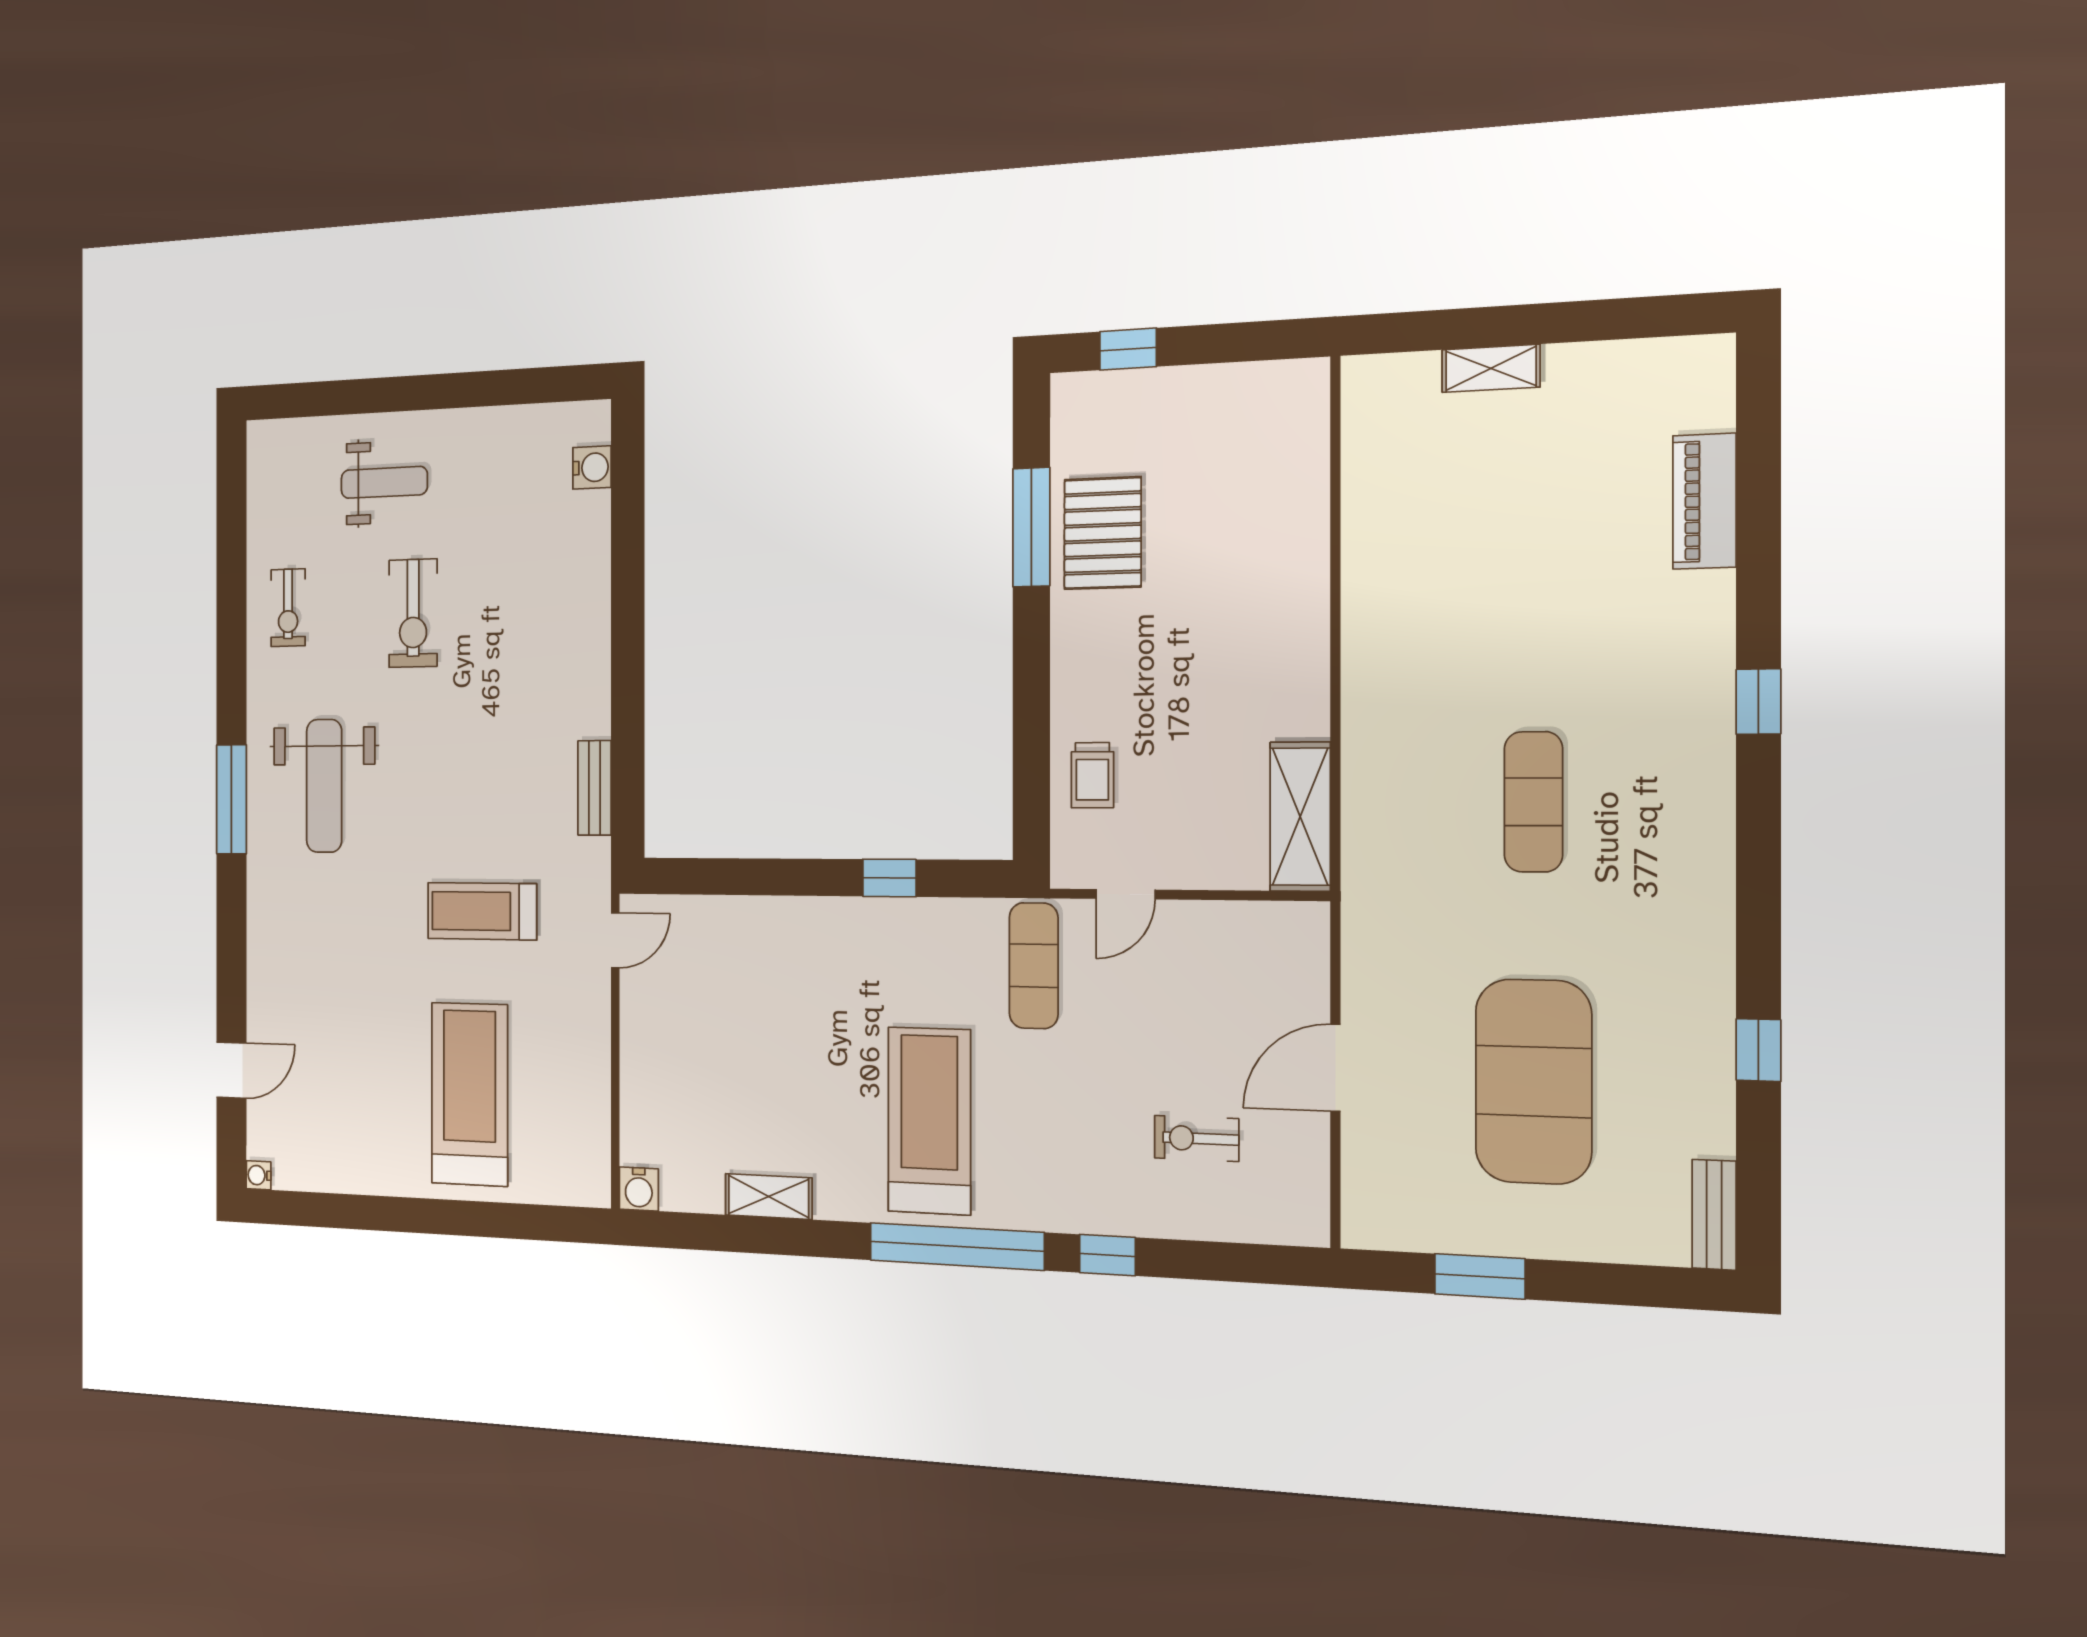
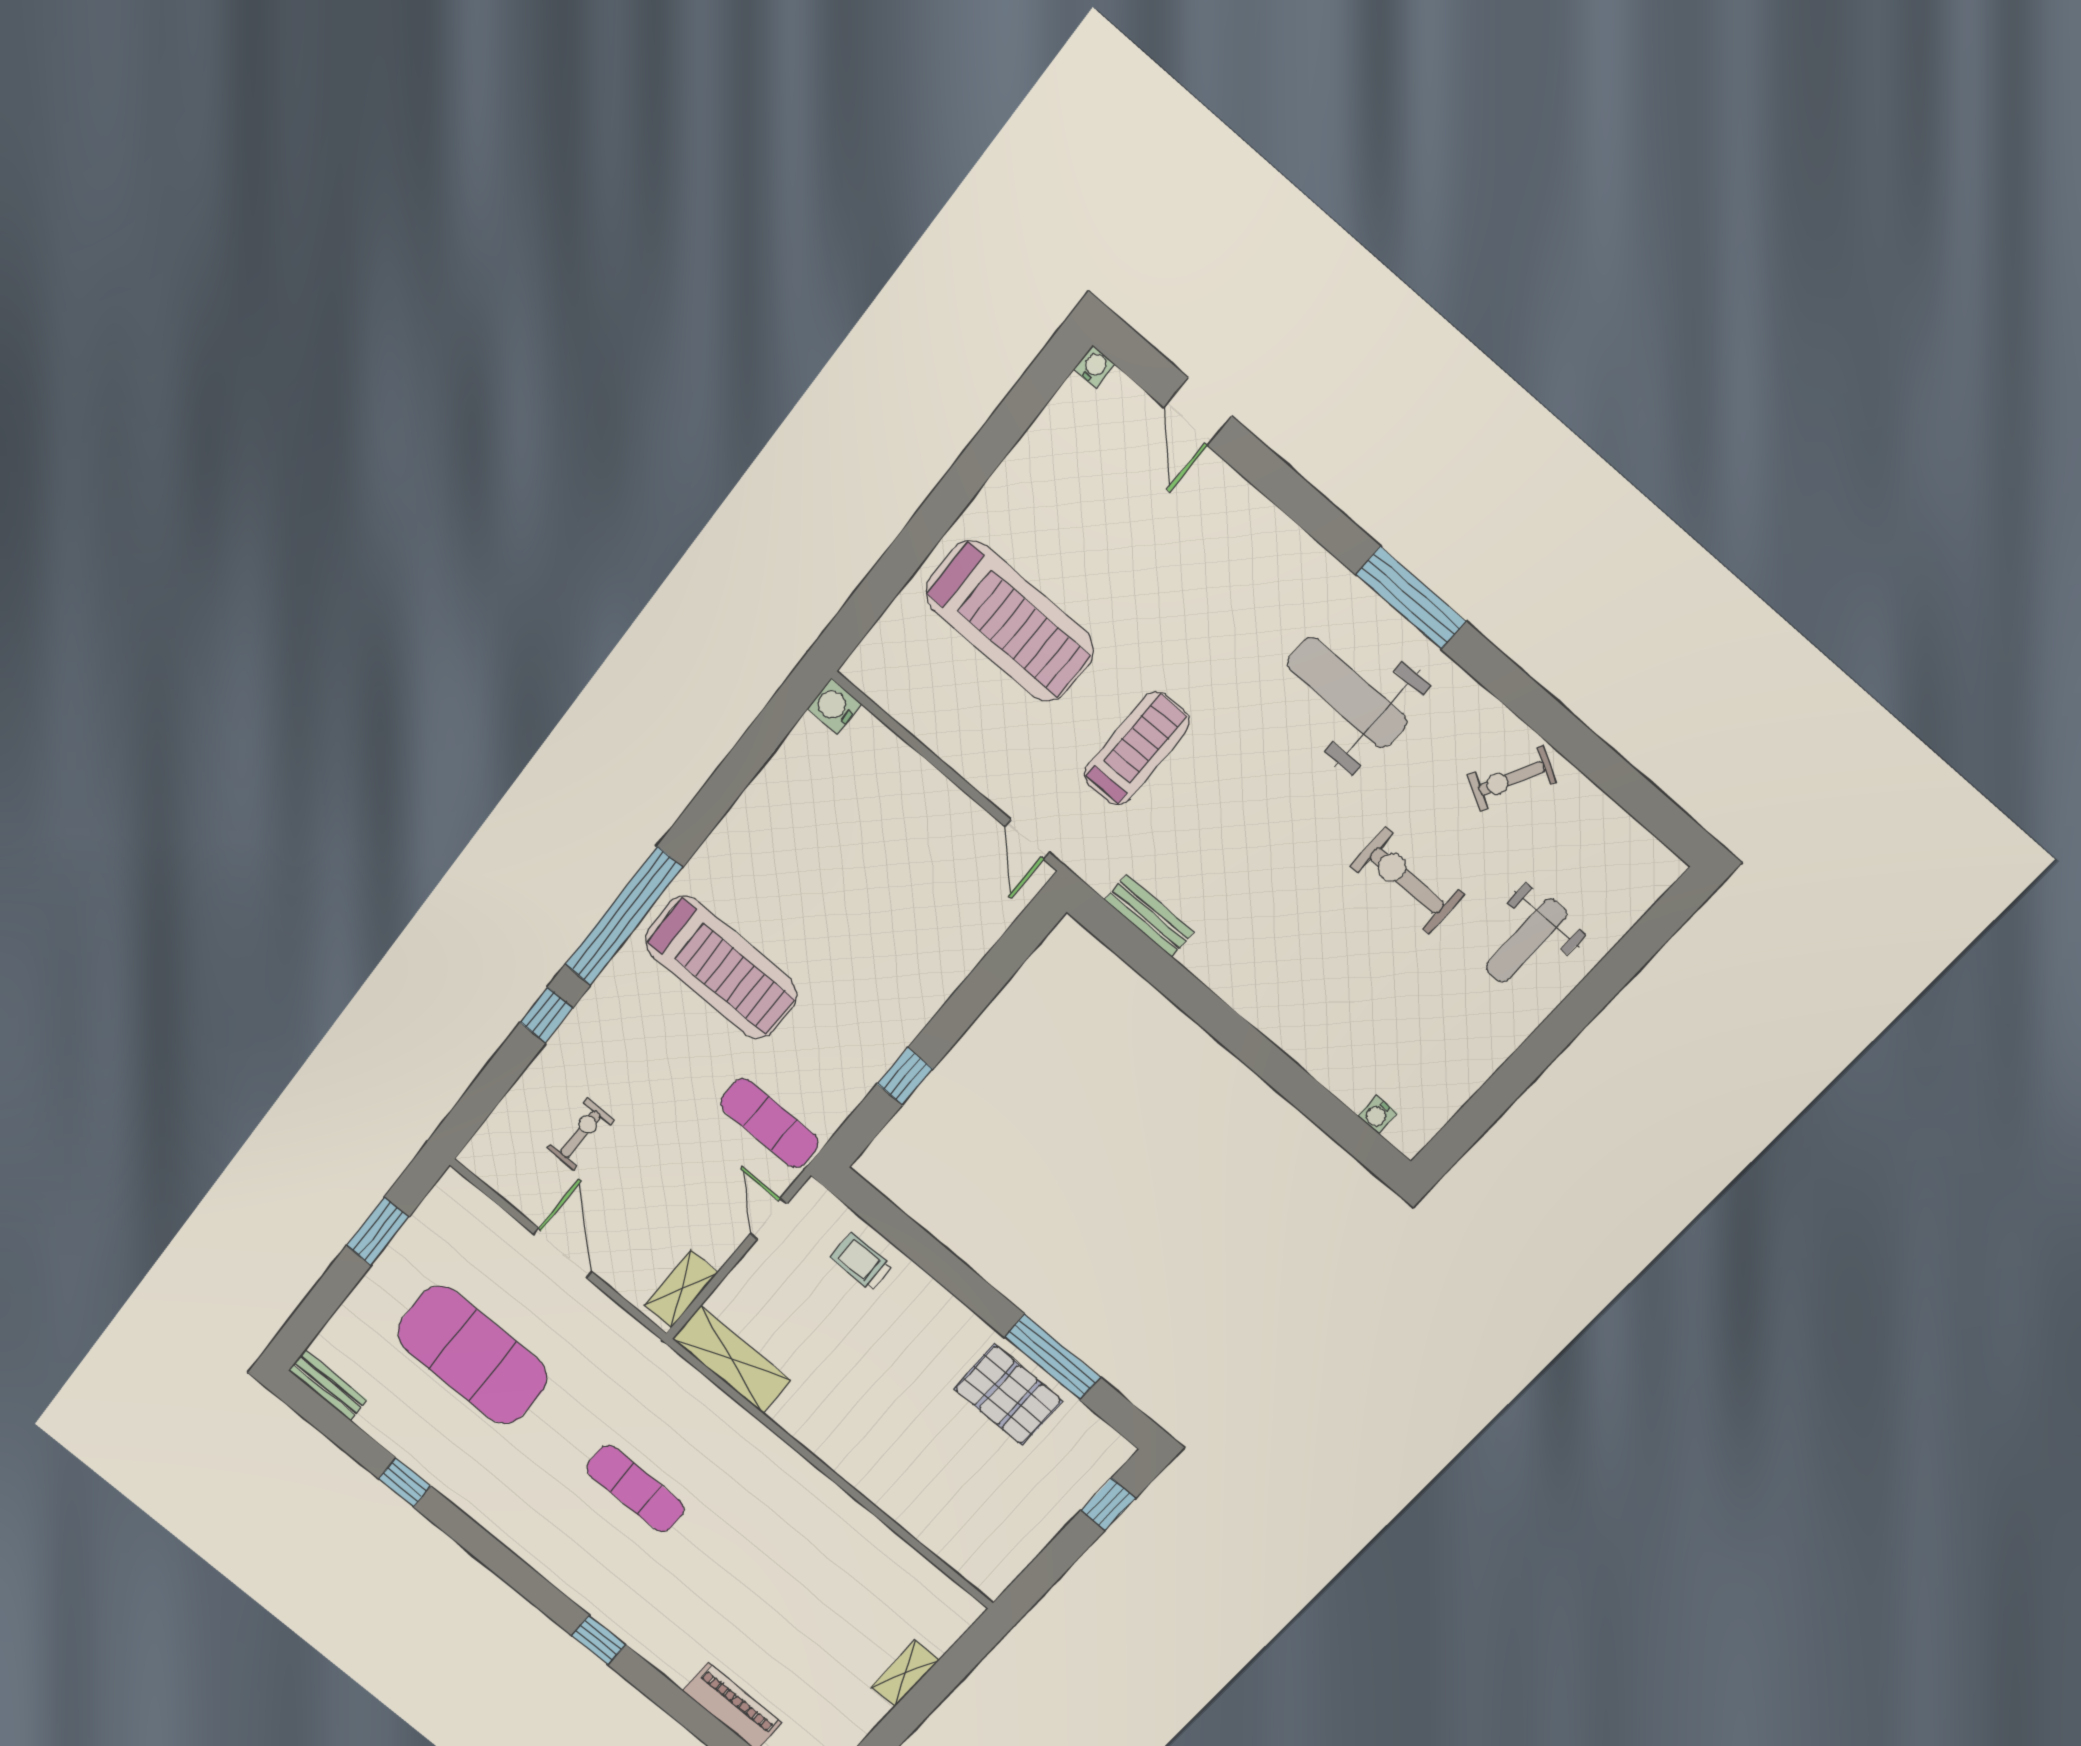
water cooler: (592, 467) -> (1378, 1115), width x0.72, depth x0.72
exercise bike: (288, 608) -> (1512, 778), turned -62
shelving: (769, 1196) -> (681, 1289), moved

